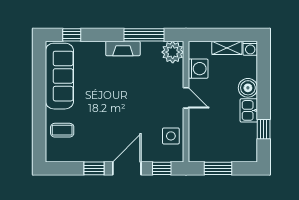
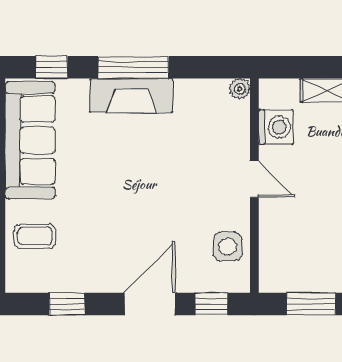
window: (144, 35) -> (133, 67), moved
fireplace: (123, 48) -> (131, 96), width x1.37, depth x1.32
plant: (173, 52) -> (240, 89), width x0.53, depth x0.53
window: (94, 168) -> (67, 304), moved

